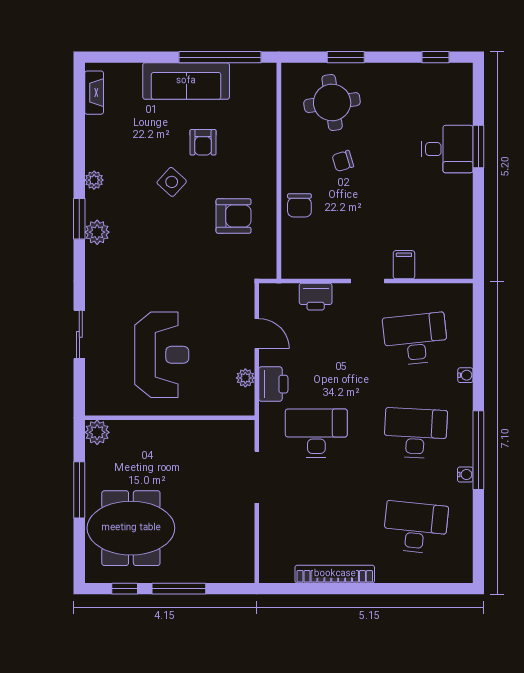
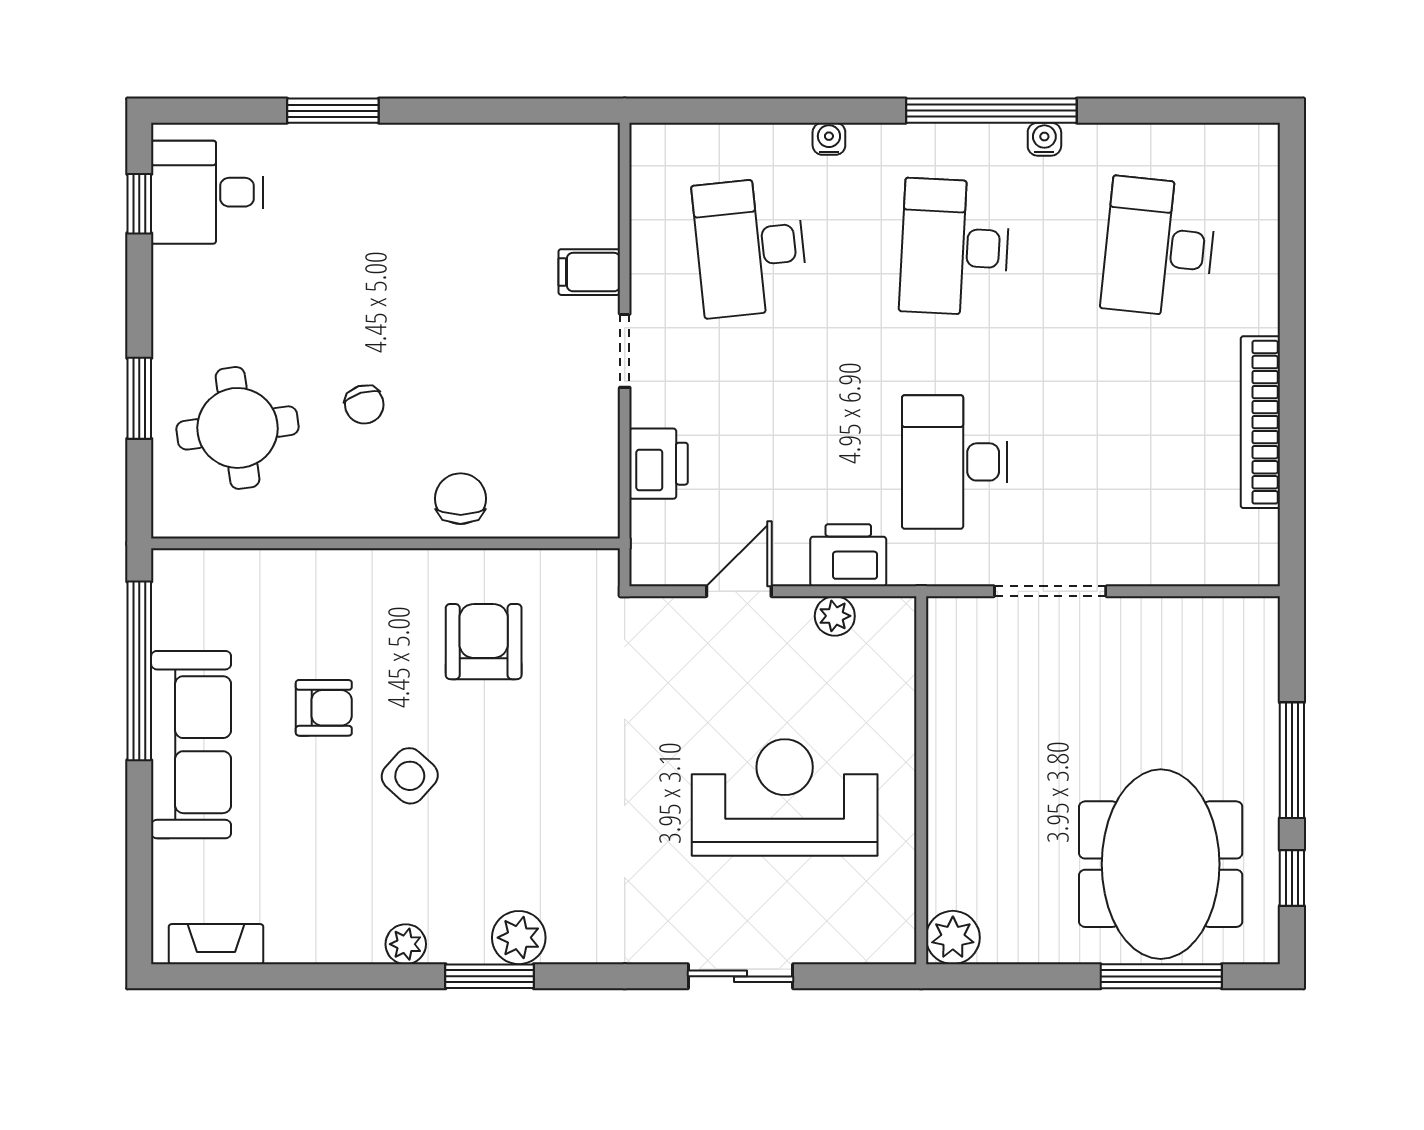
desk: (447, 149) -> (207, 192), moved, turned -90
chair: (299, 205) -> (461, 499), turned -90
window: (79, 490) -> (1161, 976), moved

